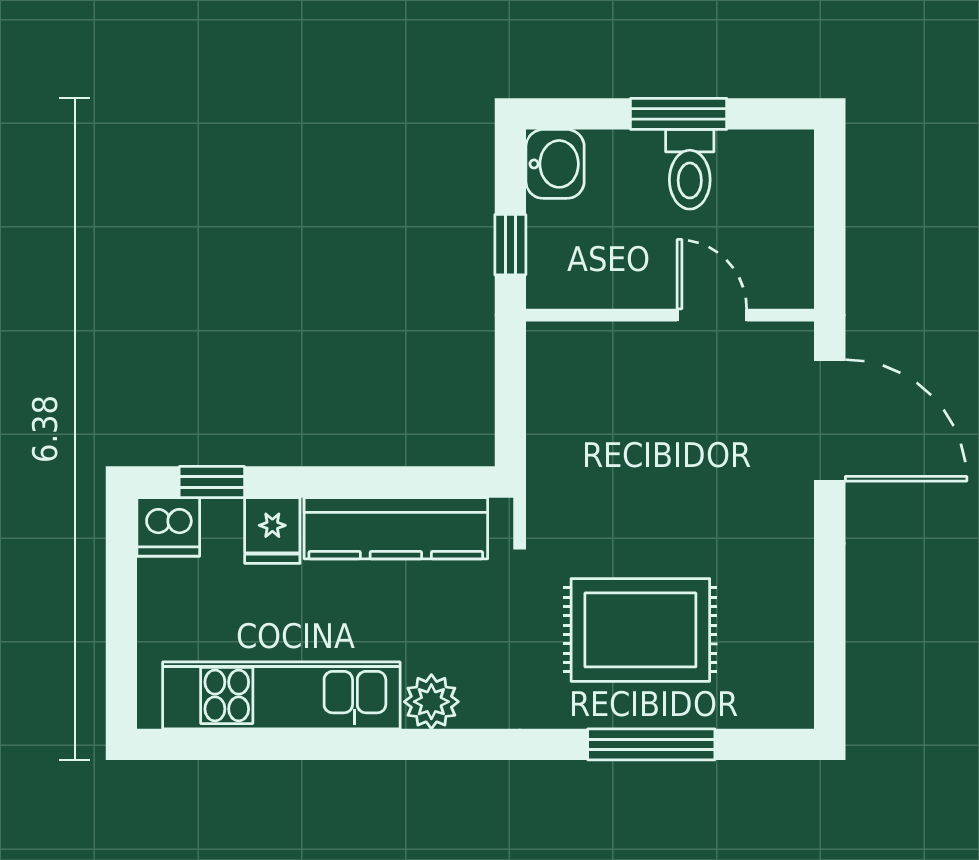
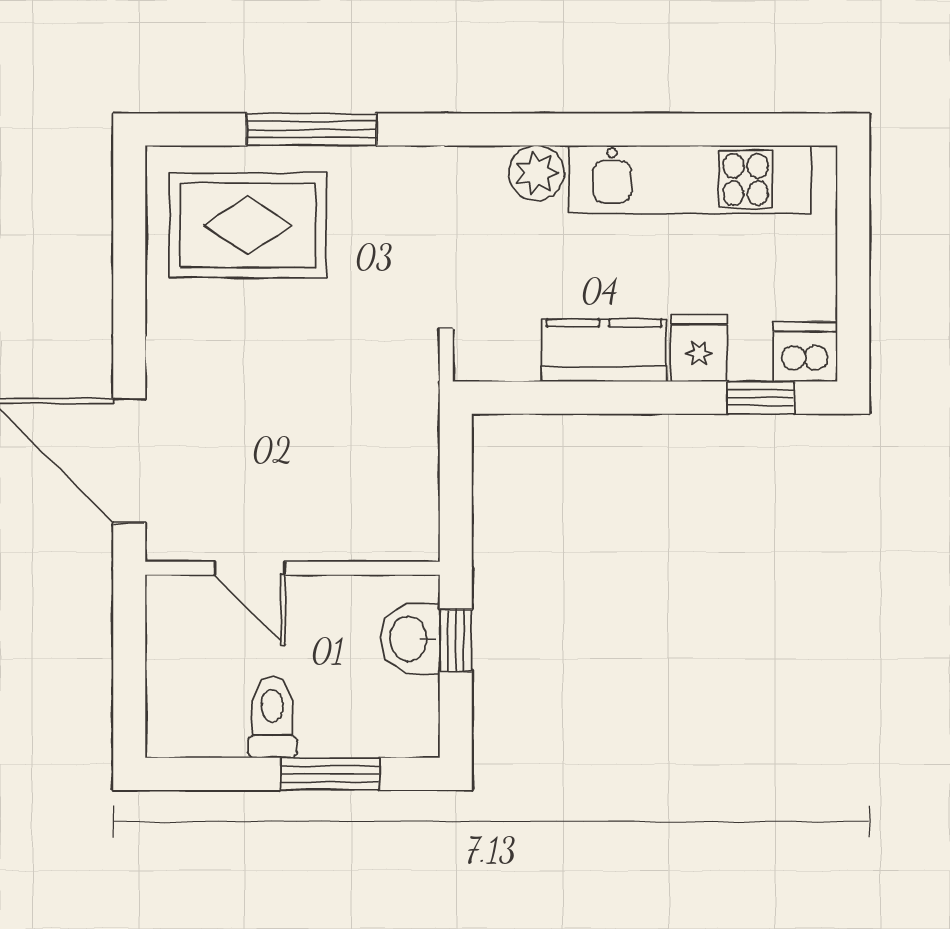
window: (679, 114) -> (330, 774), moved
washbasin: (555, 164) -> (410, 639), moved
kitchen counter: (396, 528) -> (604, 350), width x0.67
rug: (640, 630) -> (248, 225), moved

